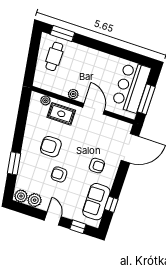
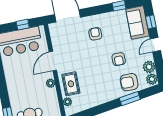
window: (146, 99) -> (23, 25), width x0.46
armchair: (51, 147) -> (129, 82), moved, turned 90
sofa: (96, 202) -> (137, 22), moved, turned 90

